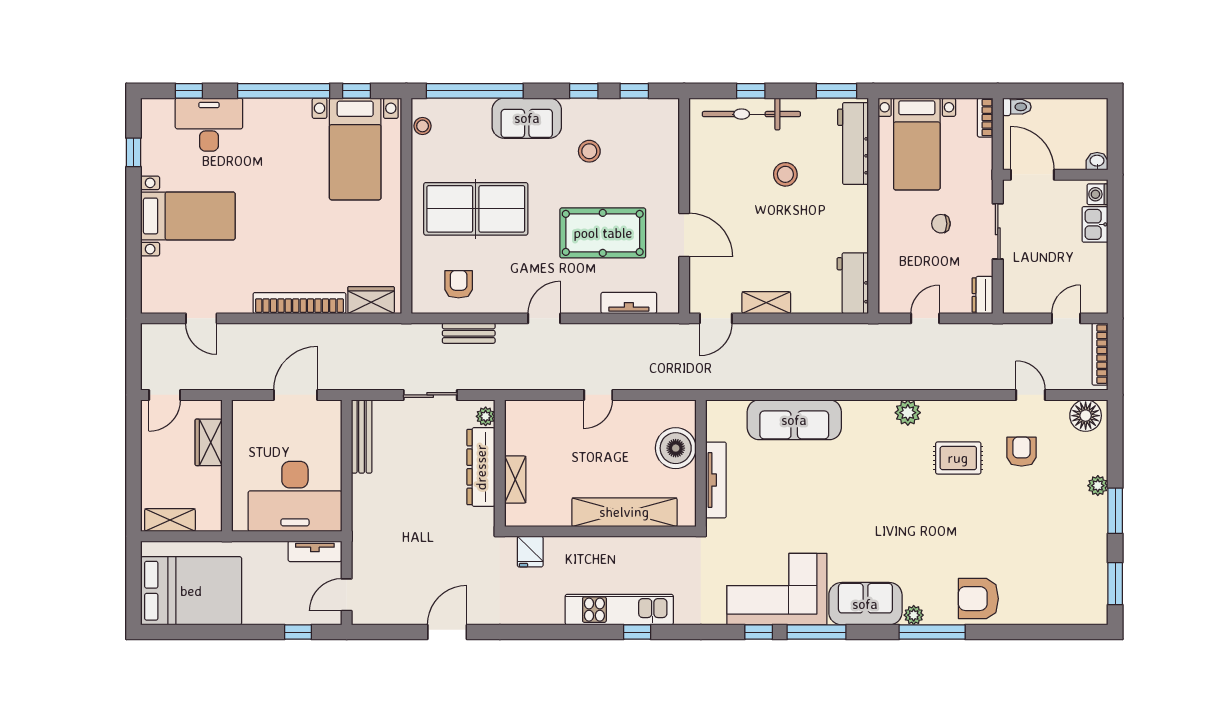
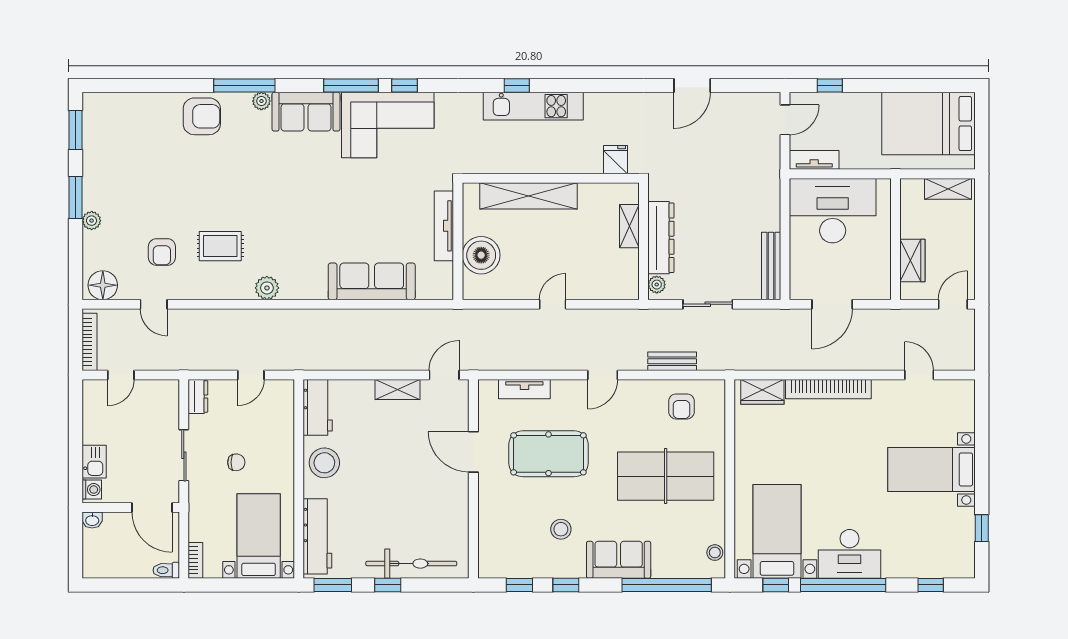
window: (751, 91) -> (388, 585), moved
desk: (209, 125) -> (850, 554), moved
stool: (785, 174) -> (324, 463), moved, width x1.38, depth x1.38

